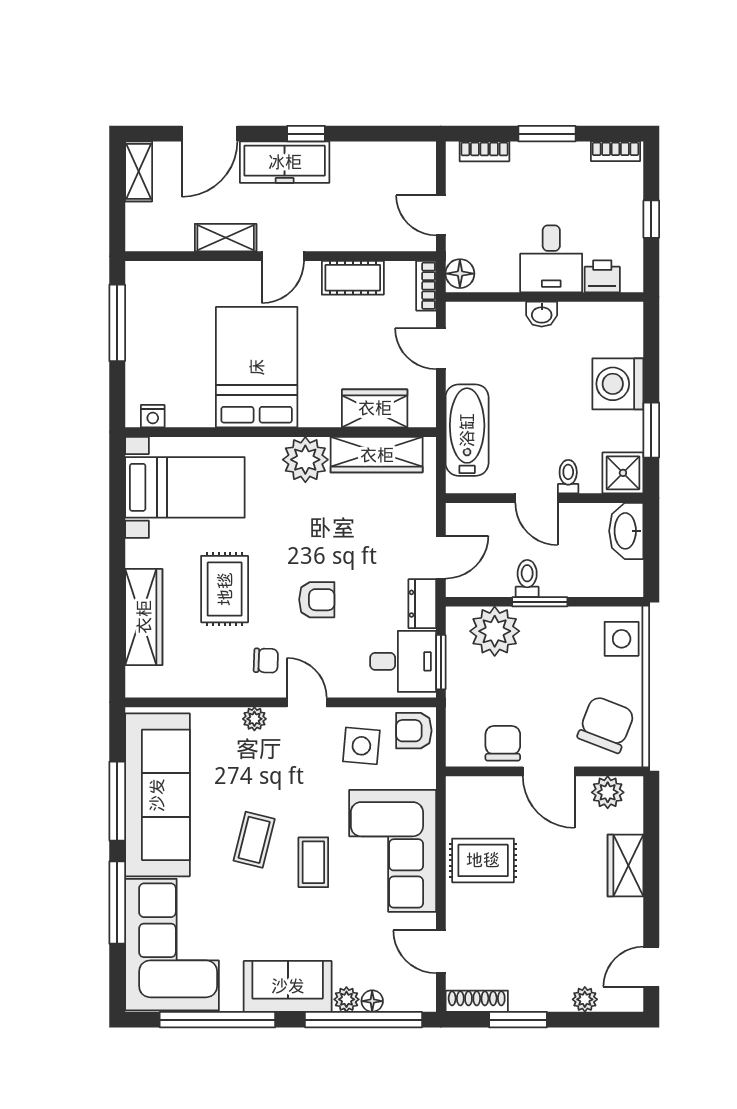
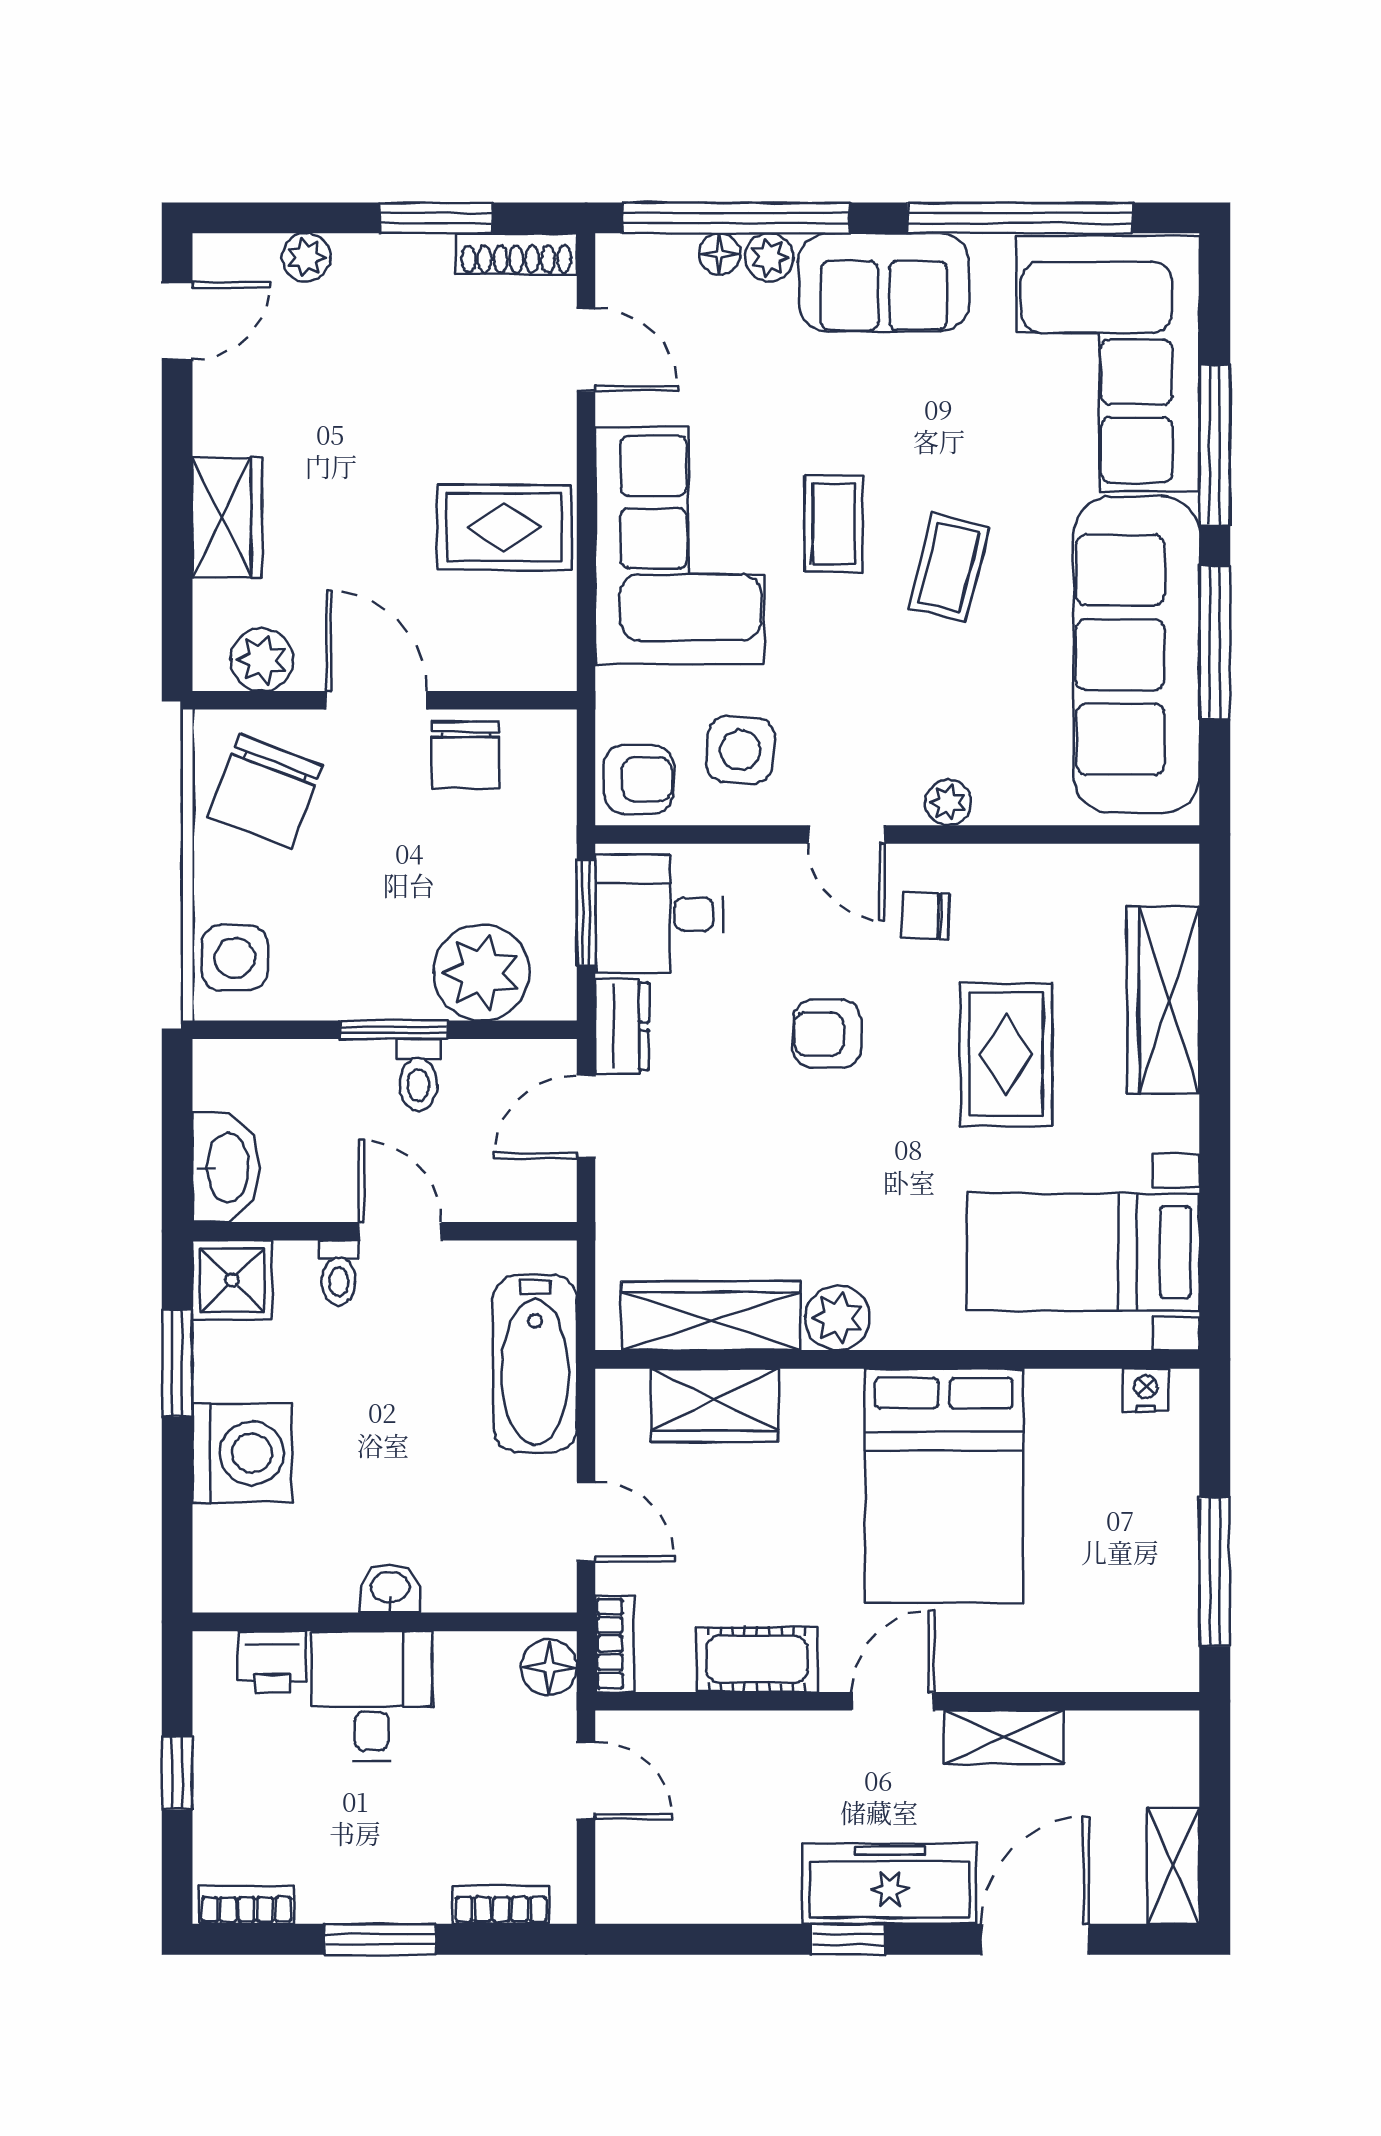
plant: (305, 460) -> (838, 1318), width x0.73, depth x0.73

